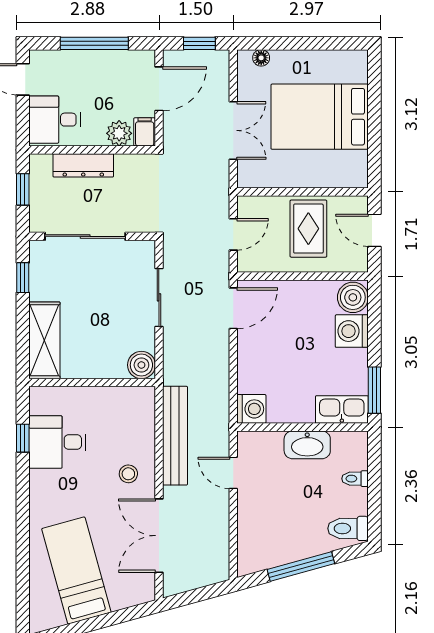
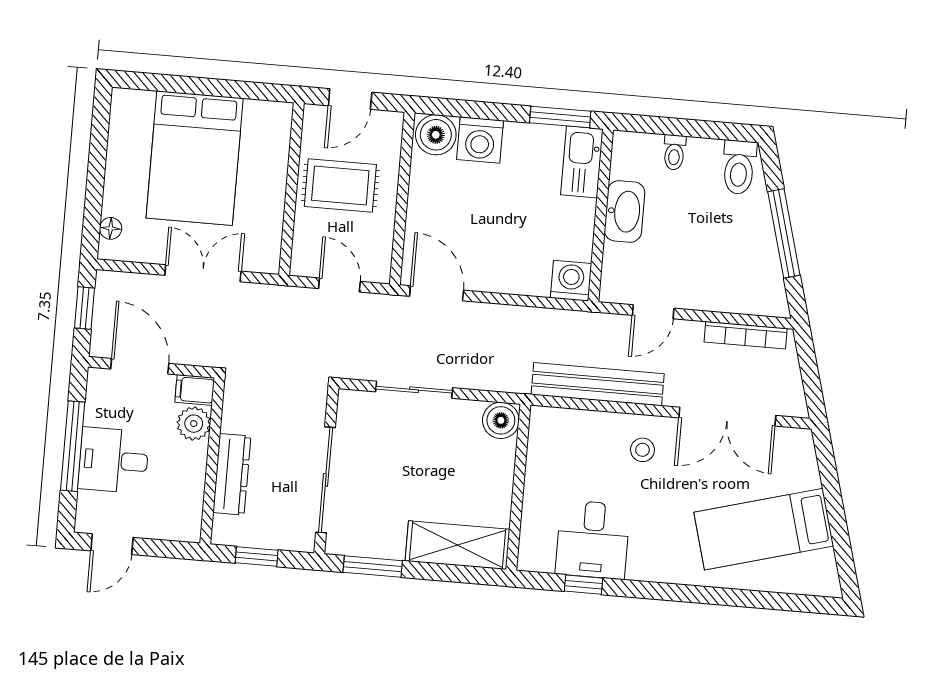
desk: (55, 120) -> (113, 460), moved, turned 90
window: (23, 278) -> (373, 566), width x1.50
bookcase: (222, 544) -> (746, 335), added

